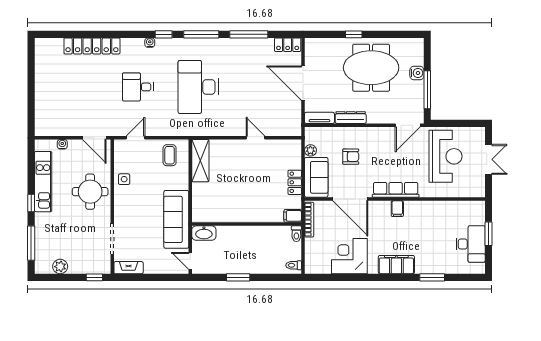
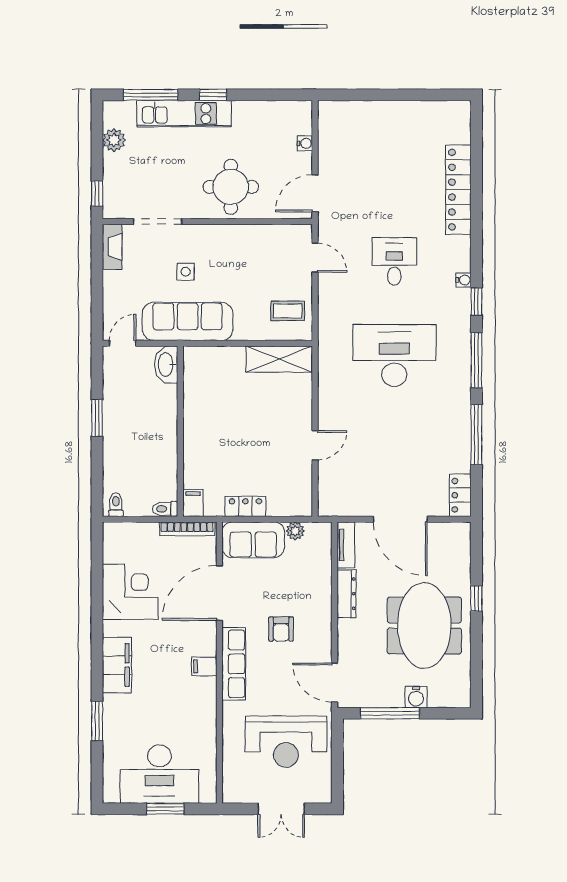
door: (303, 83) -> (400, 519), swing flipped
armchair: (351, 157) -> (281, 629), moved
side table: (124, 179) -> (186, 272), moved
kitchen unit: (43, 182) -> (184, 114), moved
desk: (471, 244) -> (160, 774), width x1.36, depth x1.30

